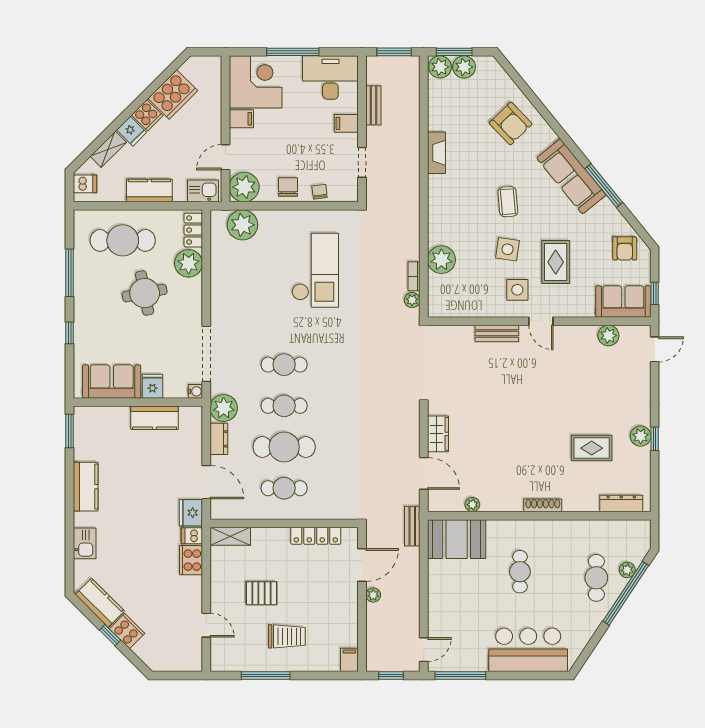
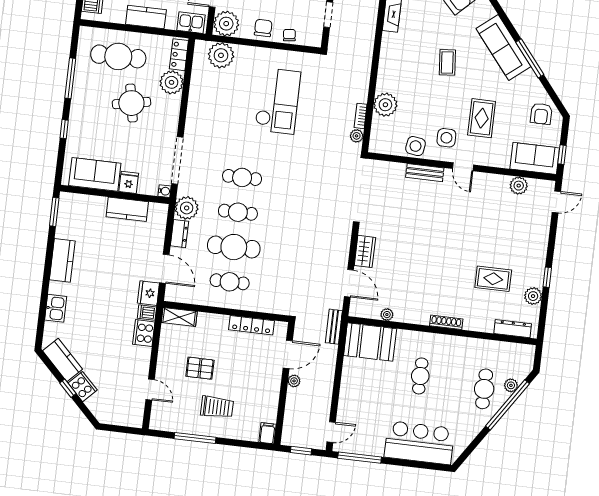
side table: (508, 249) -> (415, 146), moved
plant: (641, 436) -> (533, 296), moved

